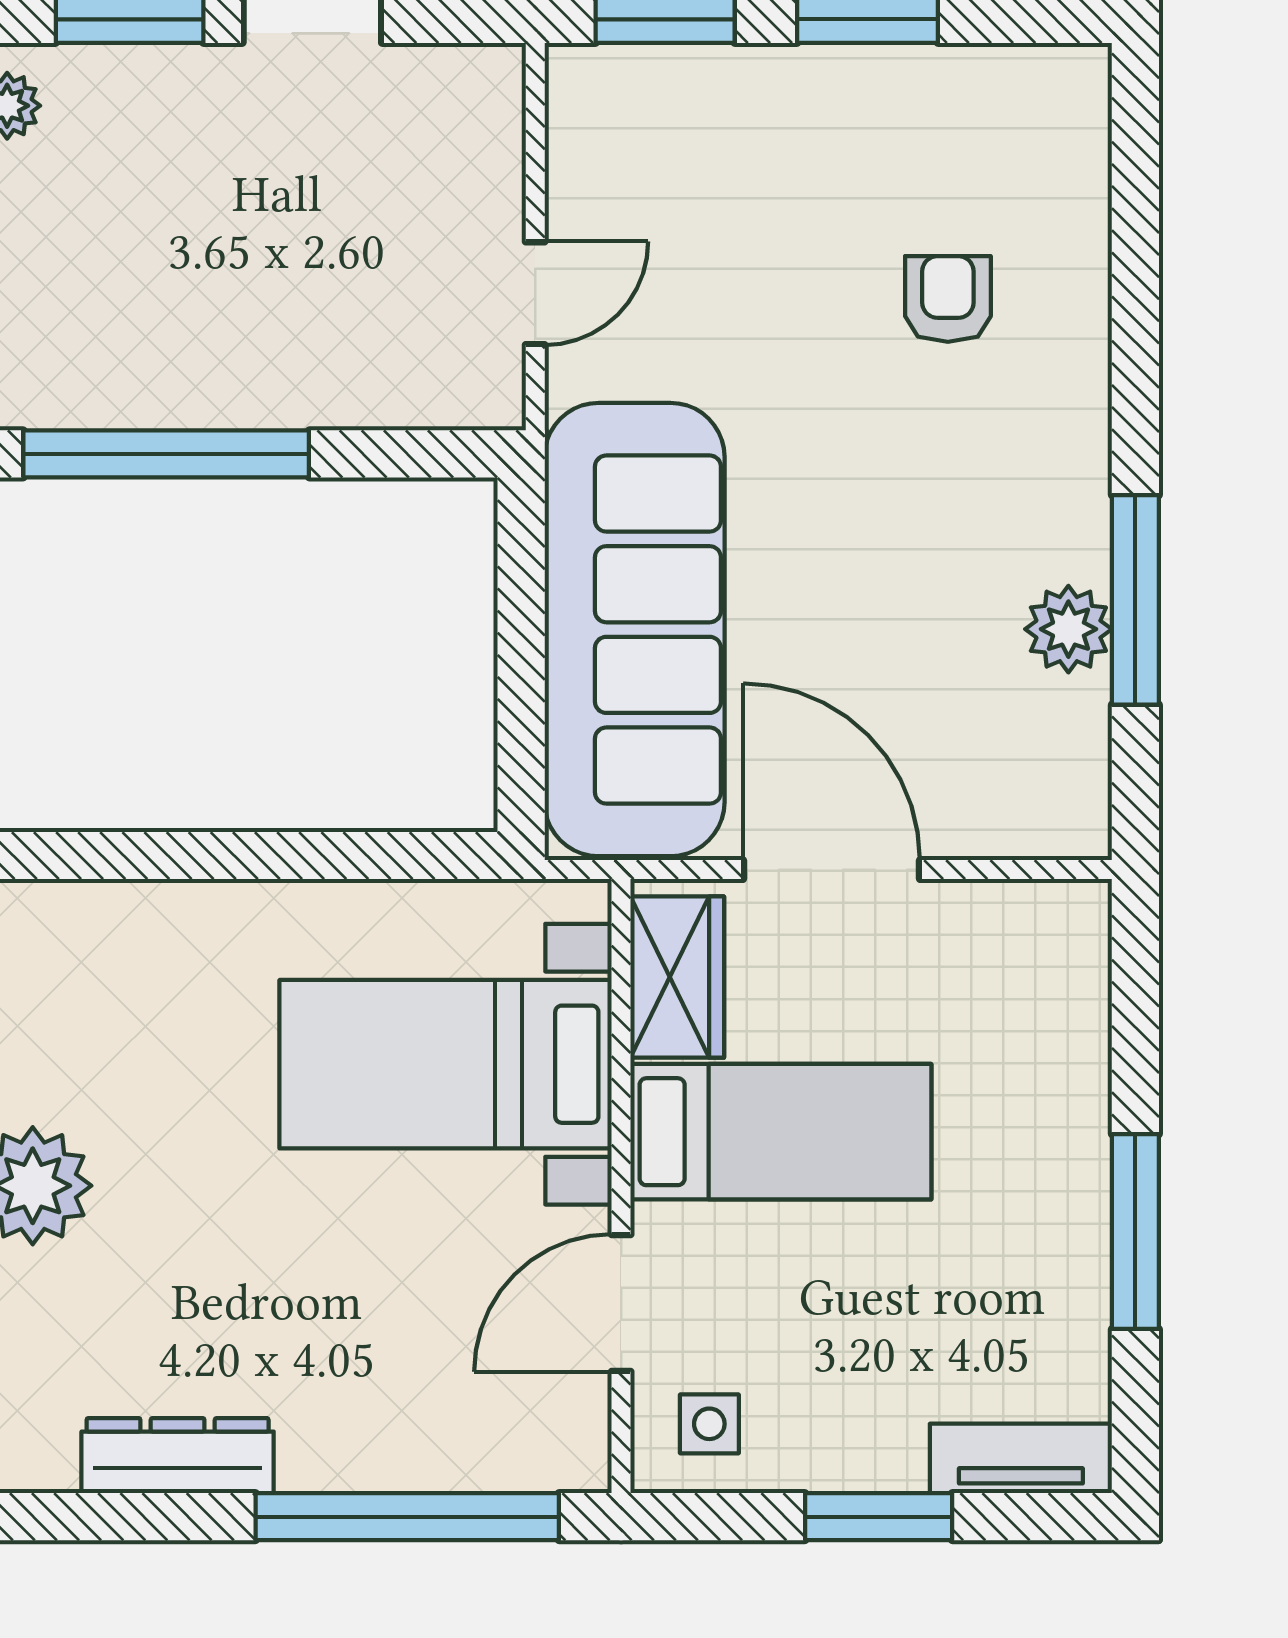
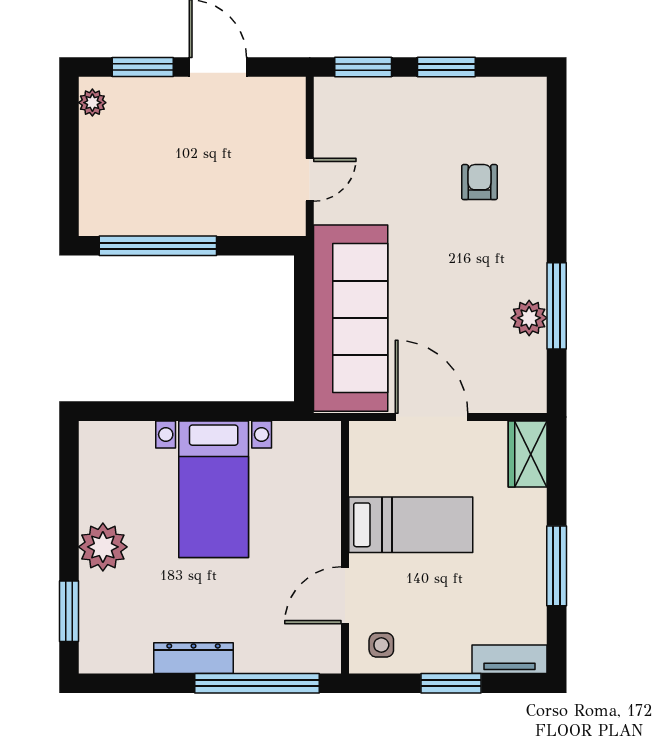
wardrobe: (677, 977) -> (528, 454), moved, turned 180
bed with nightstands: (446, 1064) -> (214, 489), moved, turned -90
dresser: (178, 1456) -> (194, 658), moved

